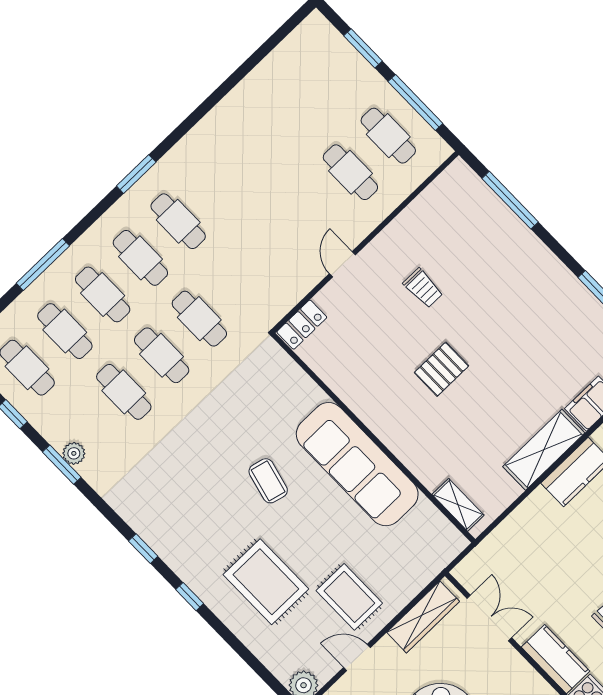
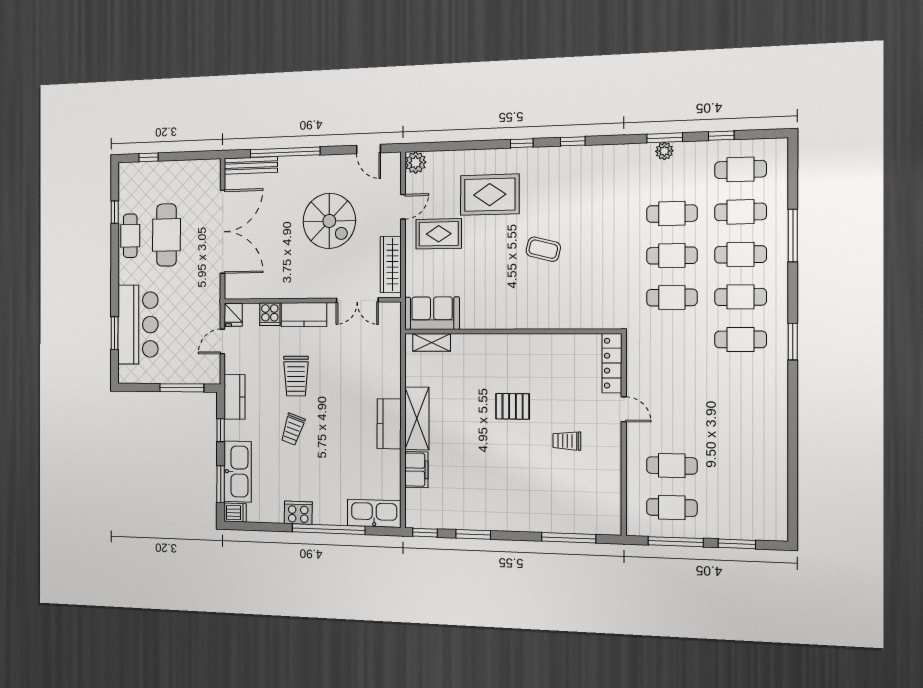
locker: (302, 325) -> (612, 363), width x1.53
pallet: (441, 369) -> (513, 406), turned 90
sofa: (357, 464) -> (432, 313), moved, width x0.54, depth x0.79

